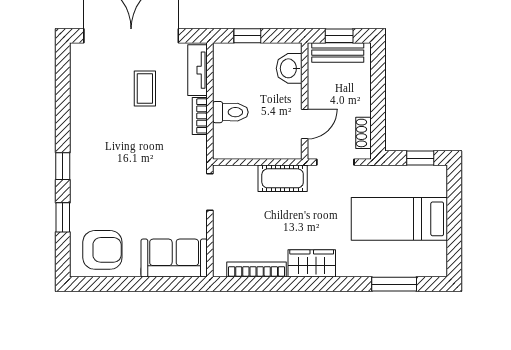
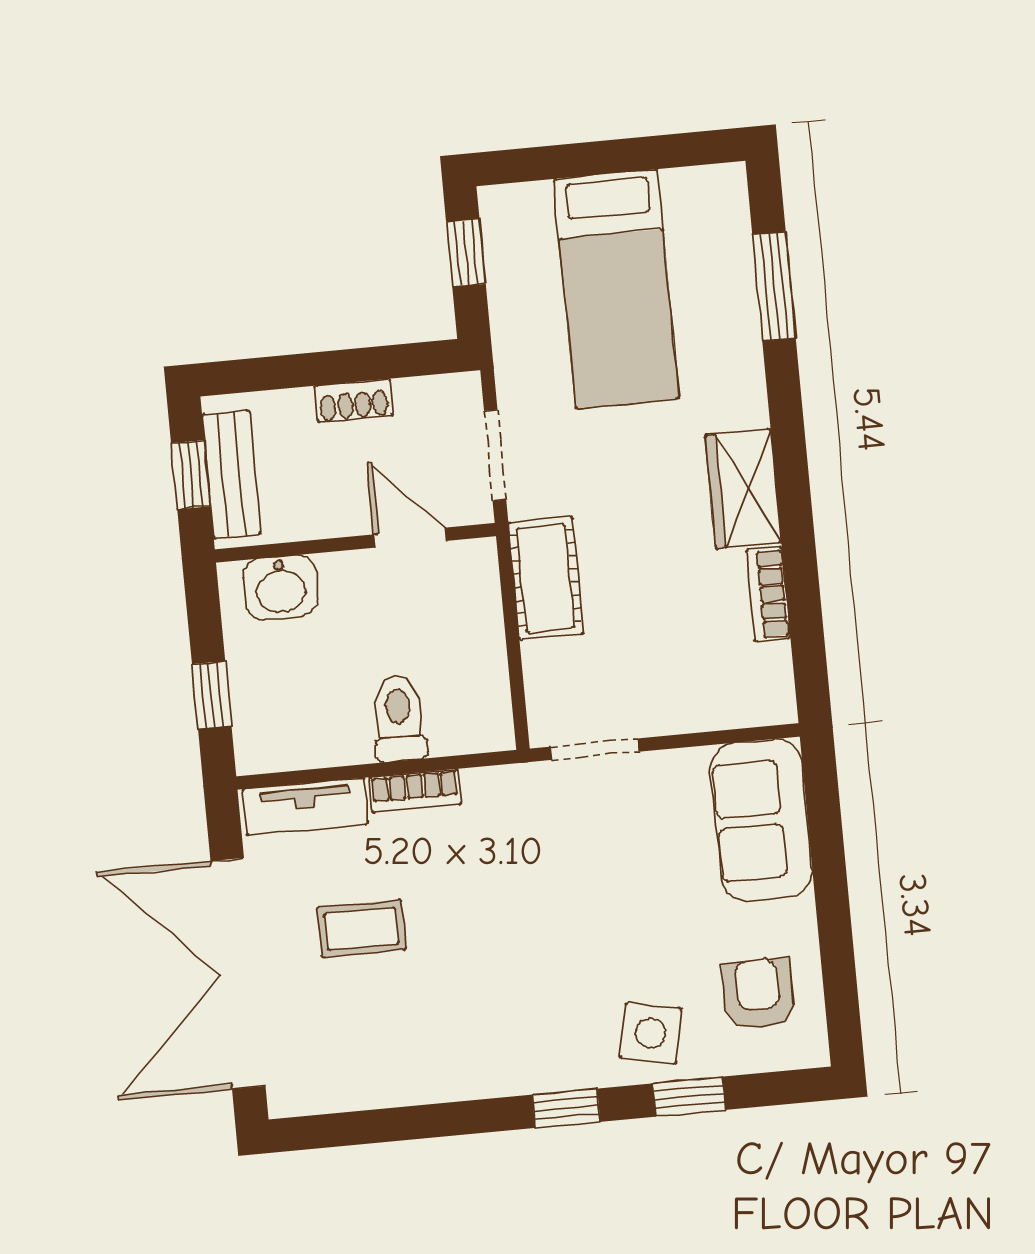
shoe rack: (363, 133) -> (354, 401), moved
side table: (90, 204) -> (651, 1033), added
armchair: (102, 250) -> (758, 994), width x0.72, depth x0.72
bookcase: (257, 270) -> (768, 594), width x0.64

